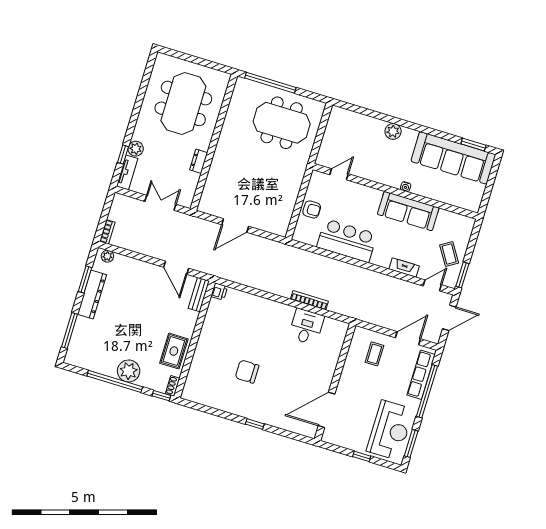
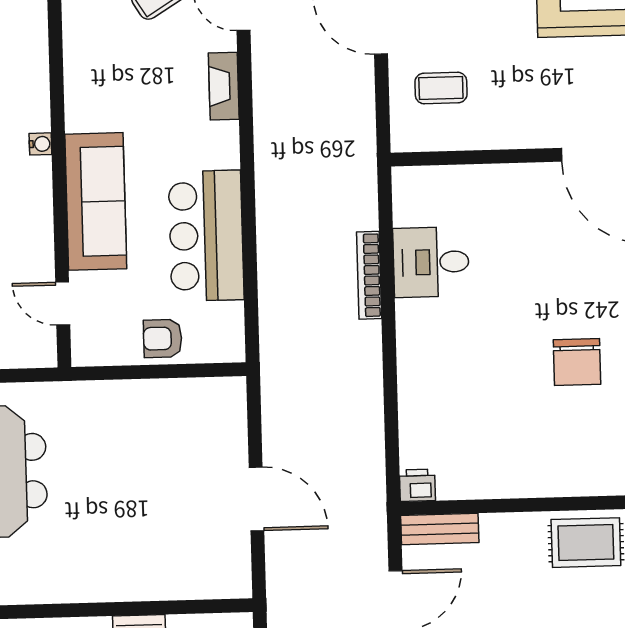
armchair: (312, 209) -> (163, 338), turned -90
sofa: (408, 211) -> (96, 201), moved

